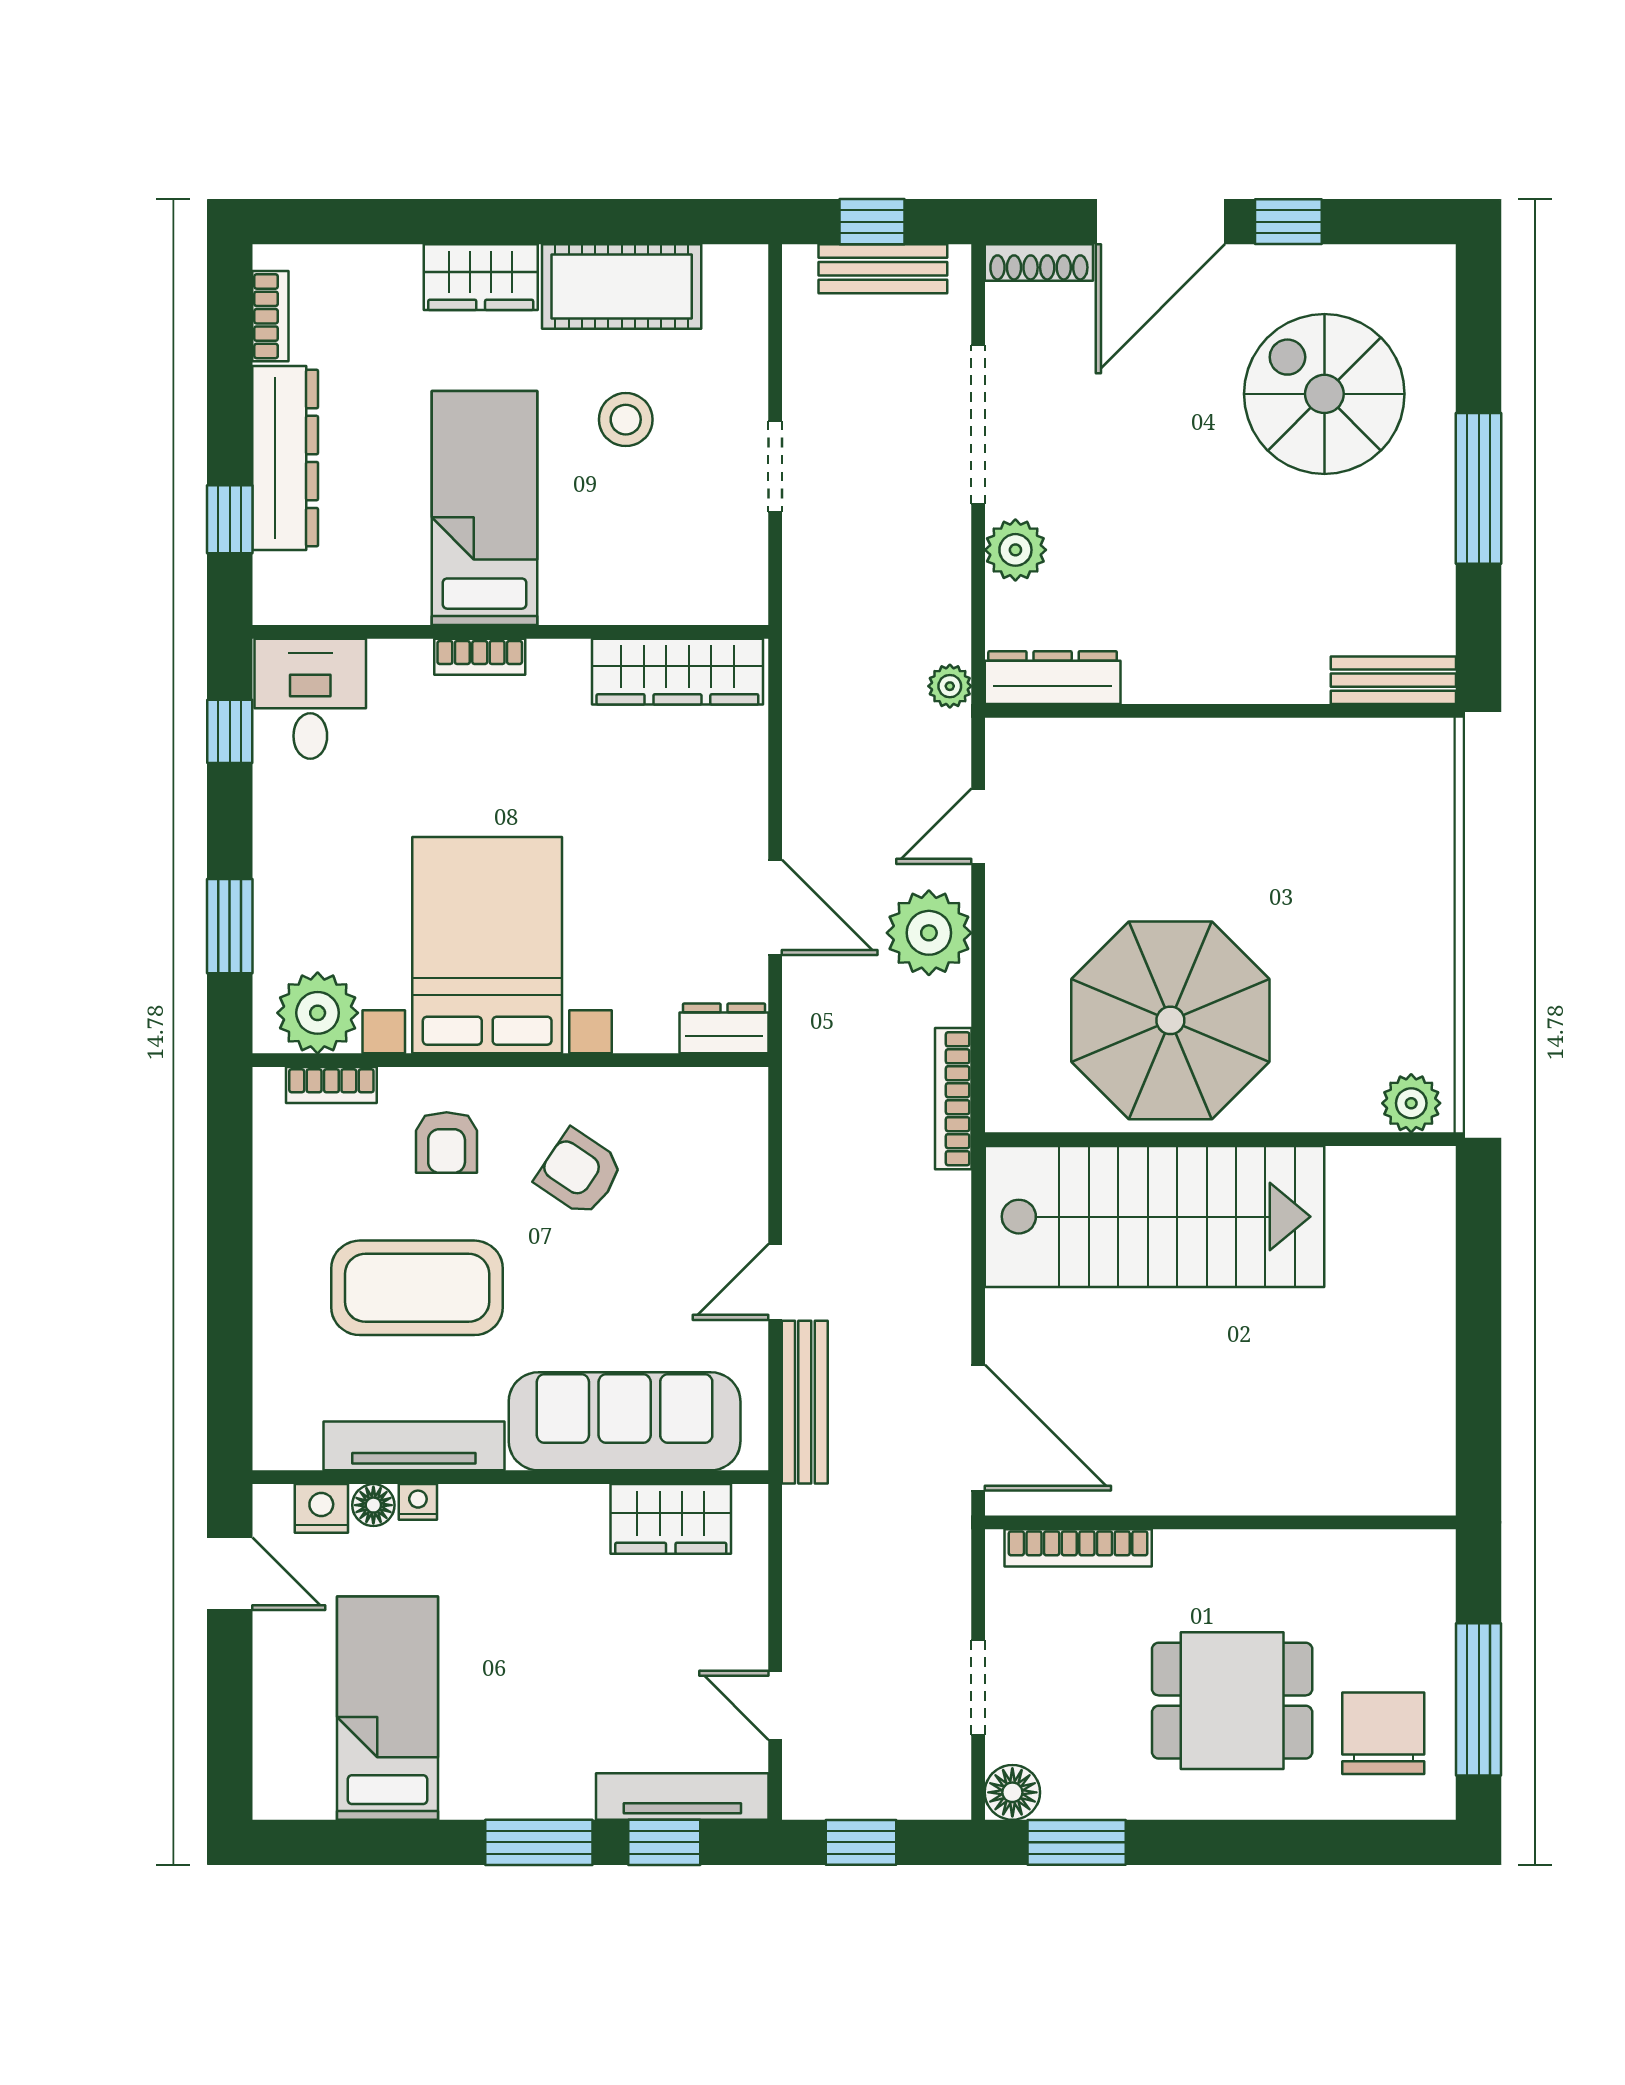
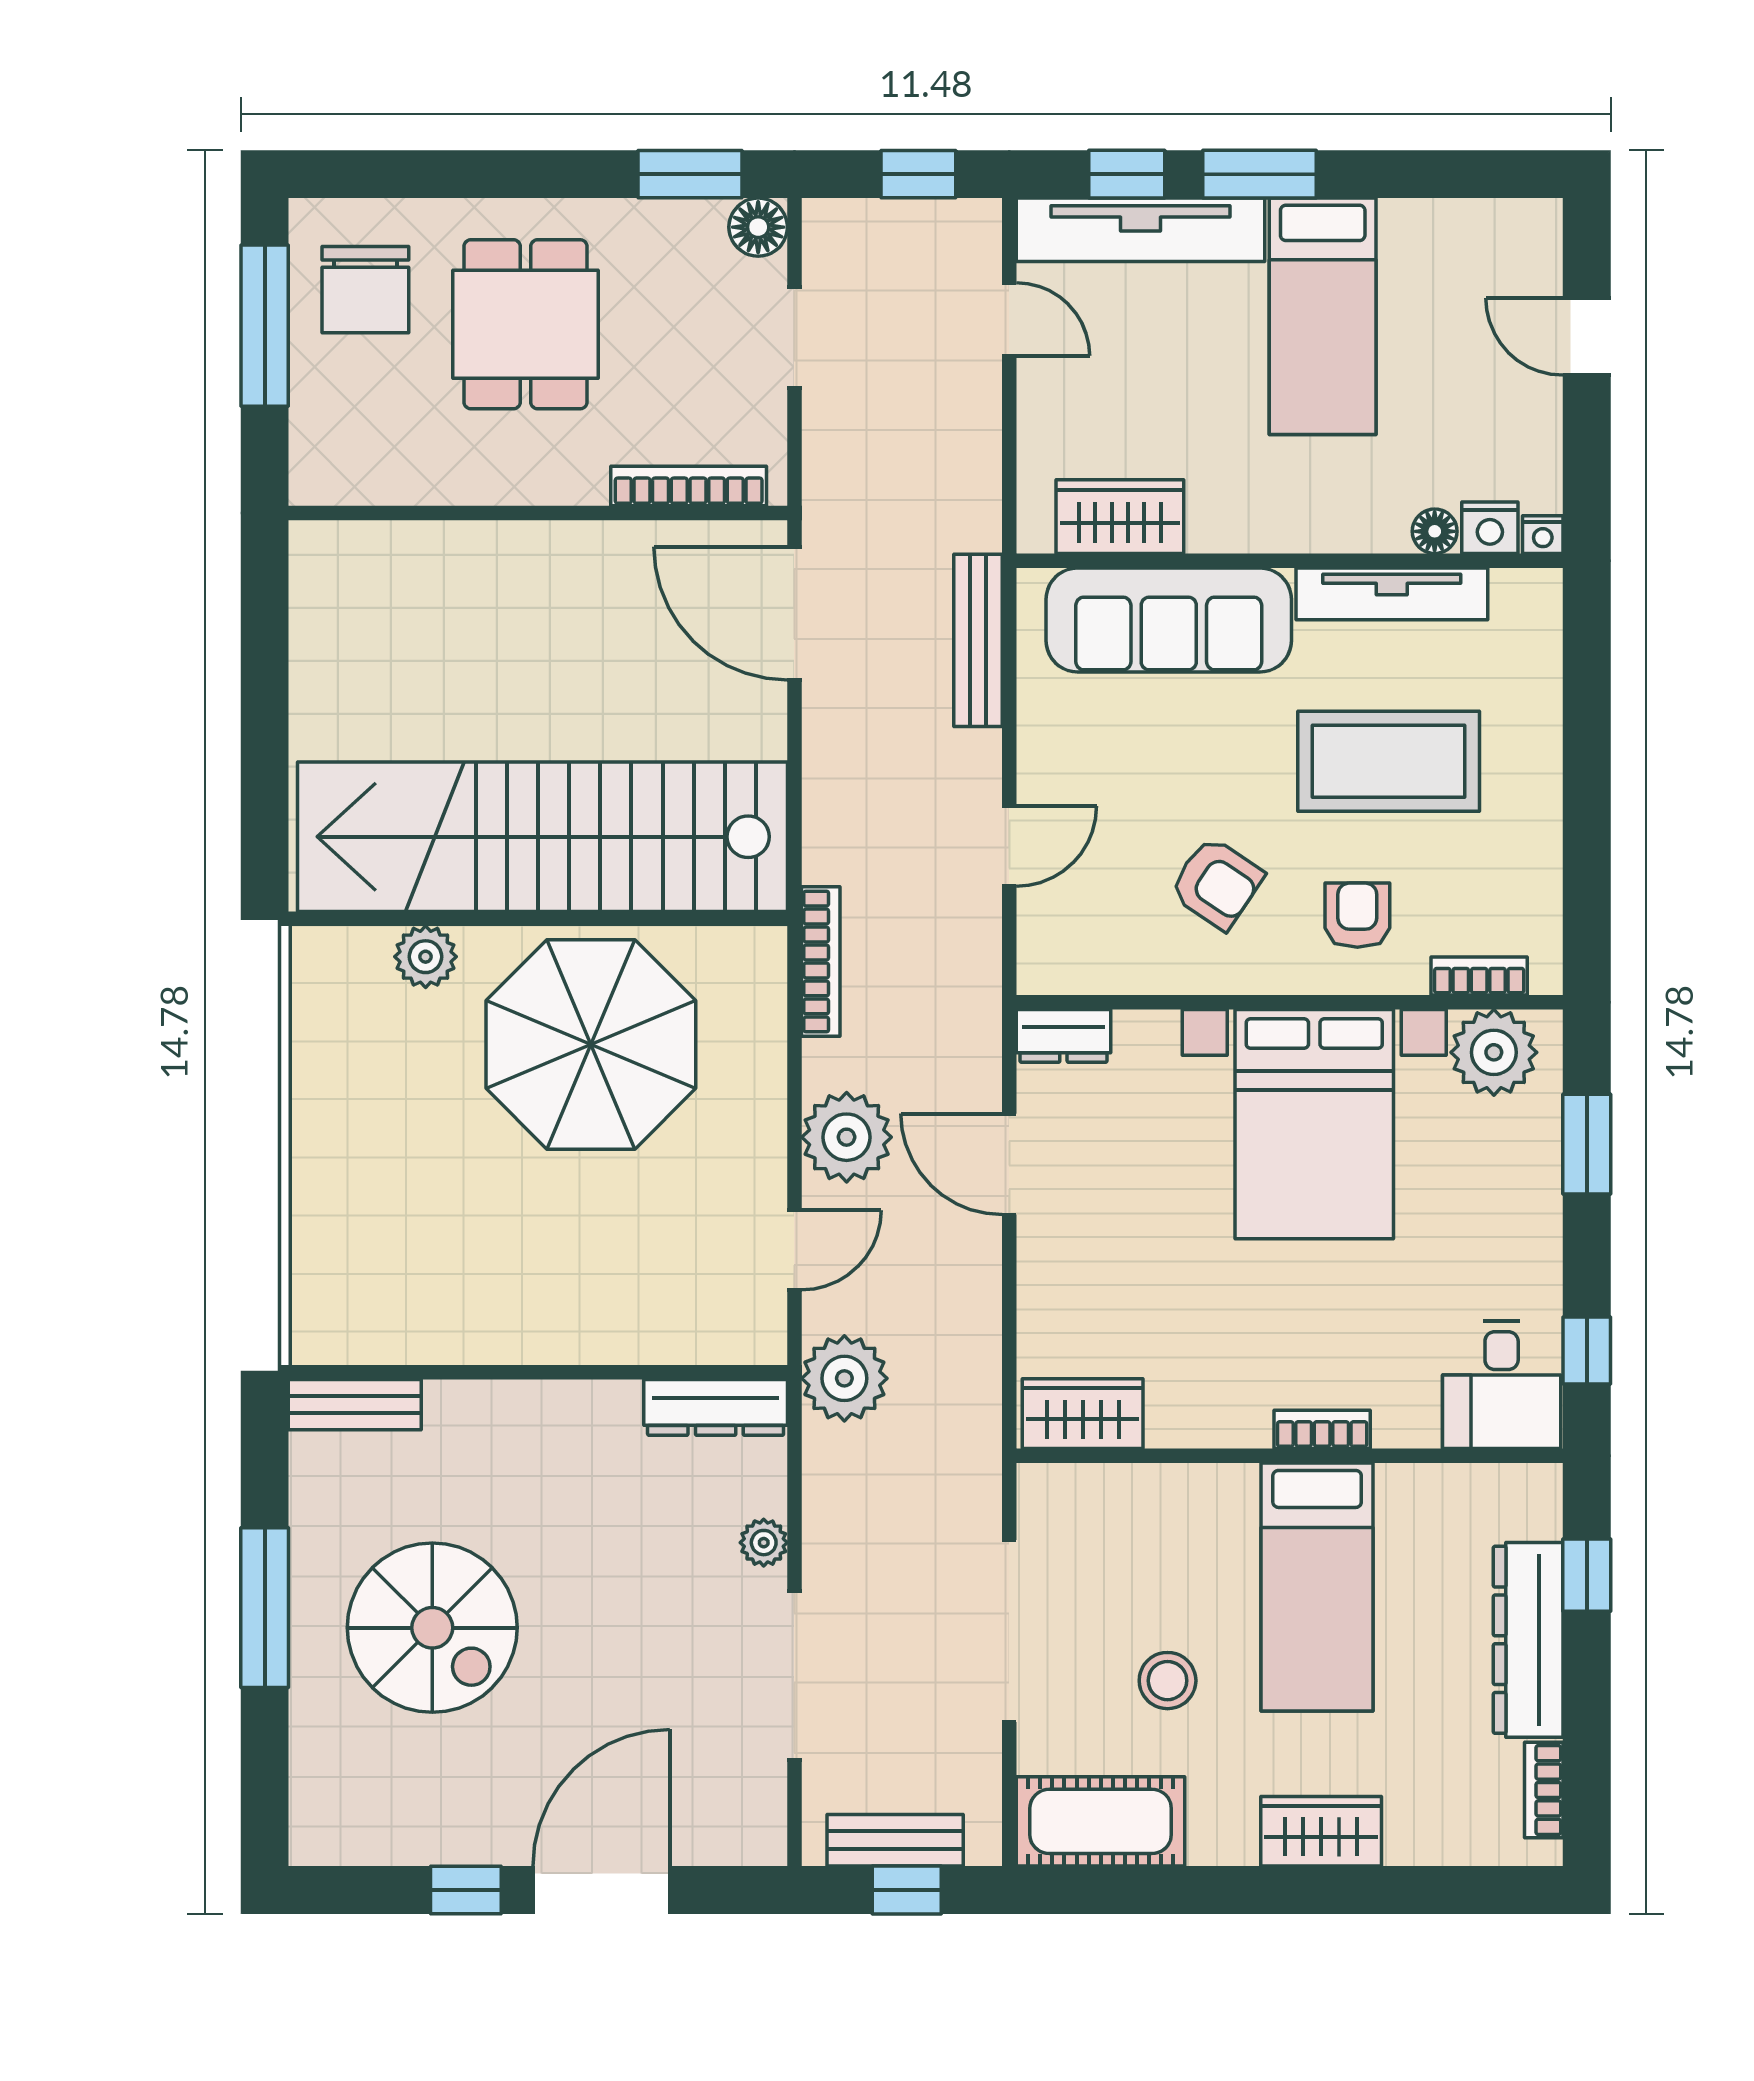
shoe rack: (1039, 263) -> (730, 1847), removed
cot: (622, 287) -> (1101, 1821), moved
spiral stairs: (1324, 394) -> (432, 1628), moved
doorway: (775, 466) -> (1009, 1631), width x1.88
plant: (1015, 550) -> (764, 1543), width x0.73, depth x0.73
wardrobe: (677, 672) -> (1083, 1414), width x0.67
plant: (950, 686) -> (844, 1378), width x1.87, depth x1.87
plant: (1411, 1103) -> (426, 957), moved
stairs: (1154, 1217) -> (542, 837), width x1.36
door: (775, 1282) -> (1009, 846), moved
nightstand: (418, 1502) -> (1543, 535), moved
door: (230, 1574) -> (1587, 337), moved
dining table: (1232, 1701) -> (526, 324), turned 90
bed: (387, 1708) -> (1323, 316), moved
tv unit: (682, 1797) -> (1141, 230), width x1.36, depth x1.29

